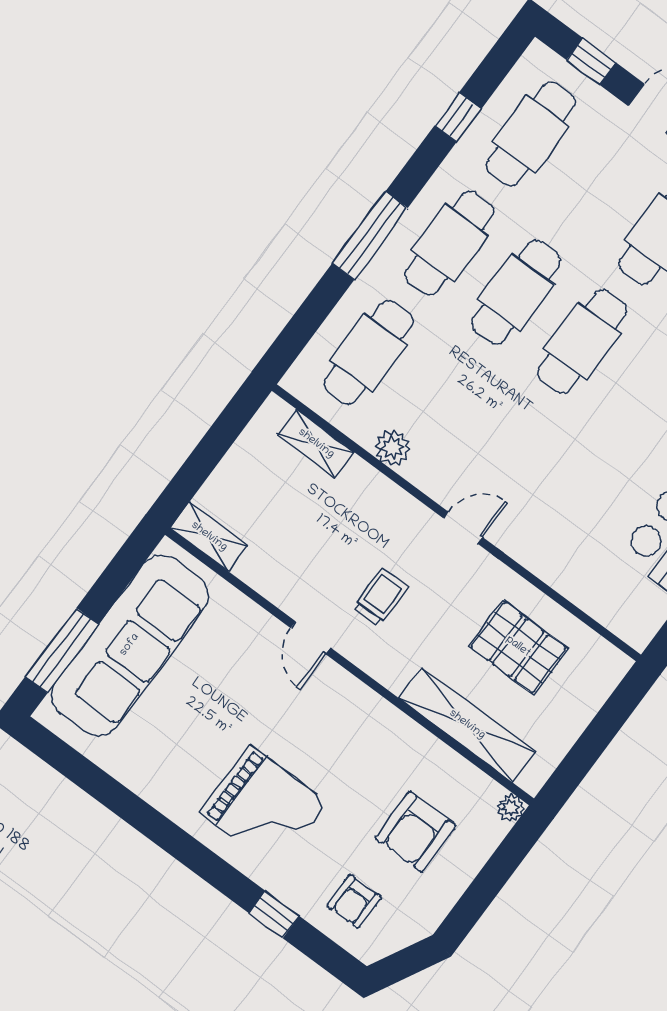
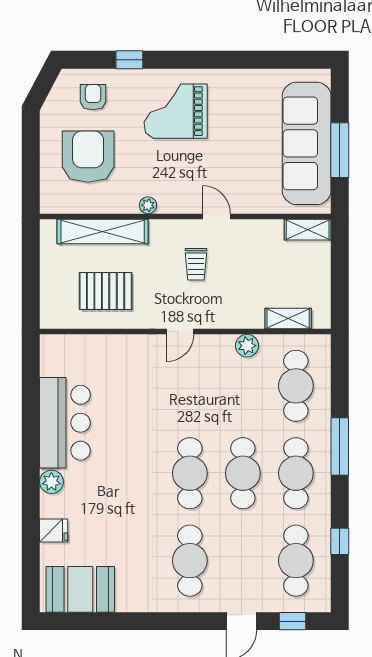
window: (62, 650) -> (340, 150), moved
plant: (511, 808) -> (148, 205), moved
armchair: (416, 832) -> (88, 157), width x1.36, depth x1.36

